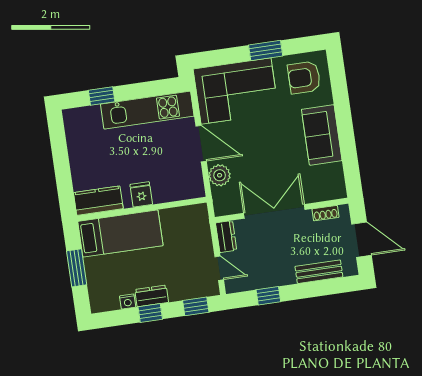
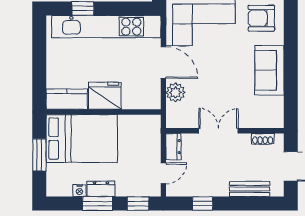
kitchen unit: (147, 110) -> (106, 27), width x1.36
fridge: (141, 194) -> (105, 96), width x1.88, depth x1.34
double door: (274, 211) -> (218, 131), width x0.73
bed: (120, 234) -> (82, 139), width x1.50
door: (219, 268) -> (163, 173), hinge flipped
window: (150, 313) -> (98, 203), width x1.50

